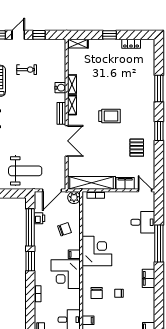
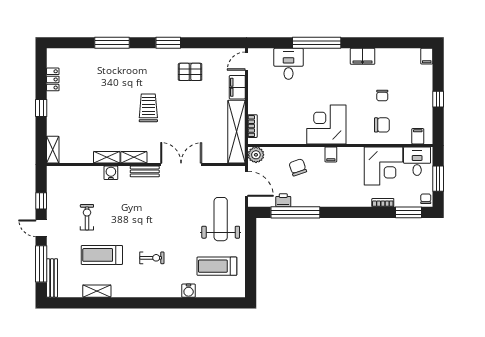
window: (30, 261) -> (409, 212), moved
corner desk: (66, 274) -> (384, 166), moved

